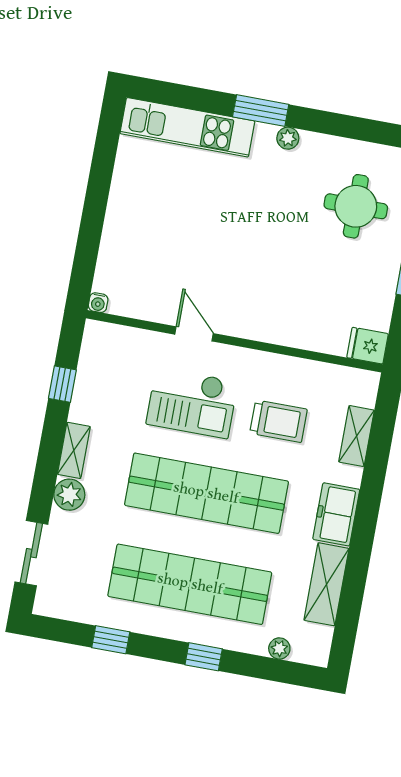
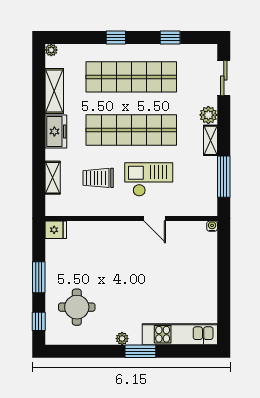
window: (62, 384) -> (224, 177), width x2.17
plant: (279, 648) -> (51, 50), moved

